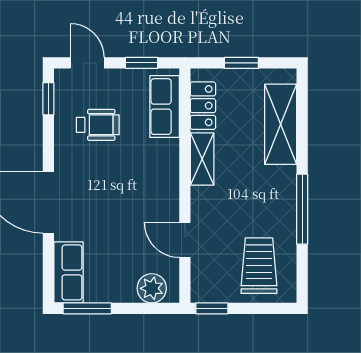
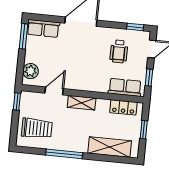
shelving: (202, 159) -> (82, 103), moved

